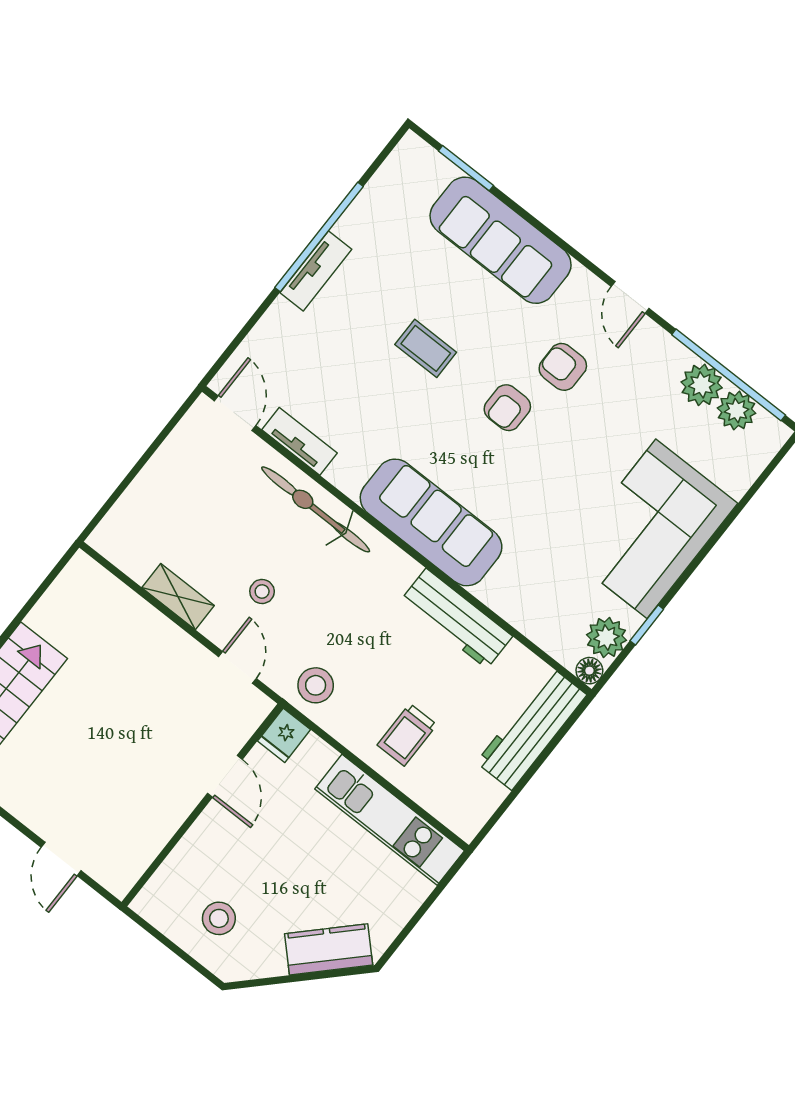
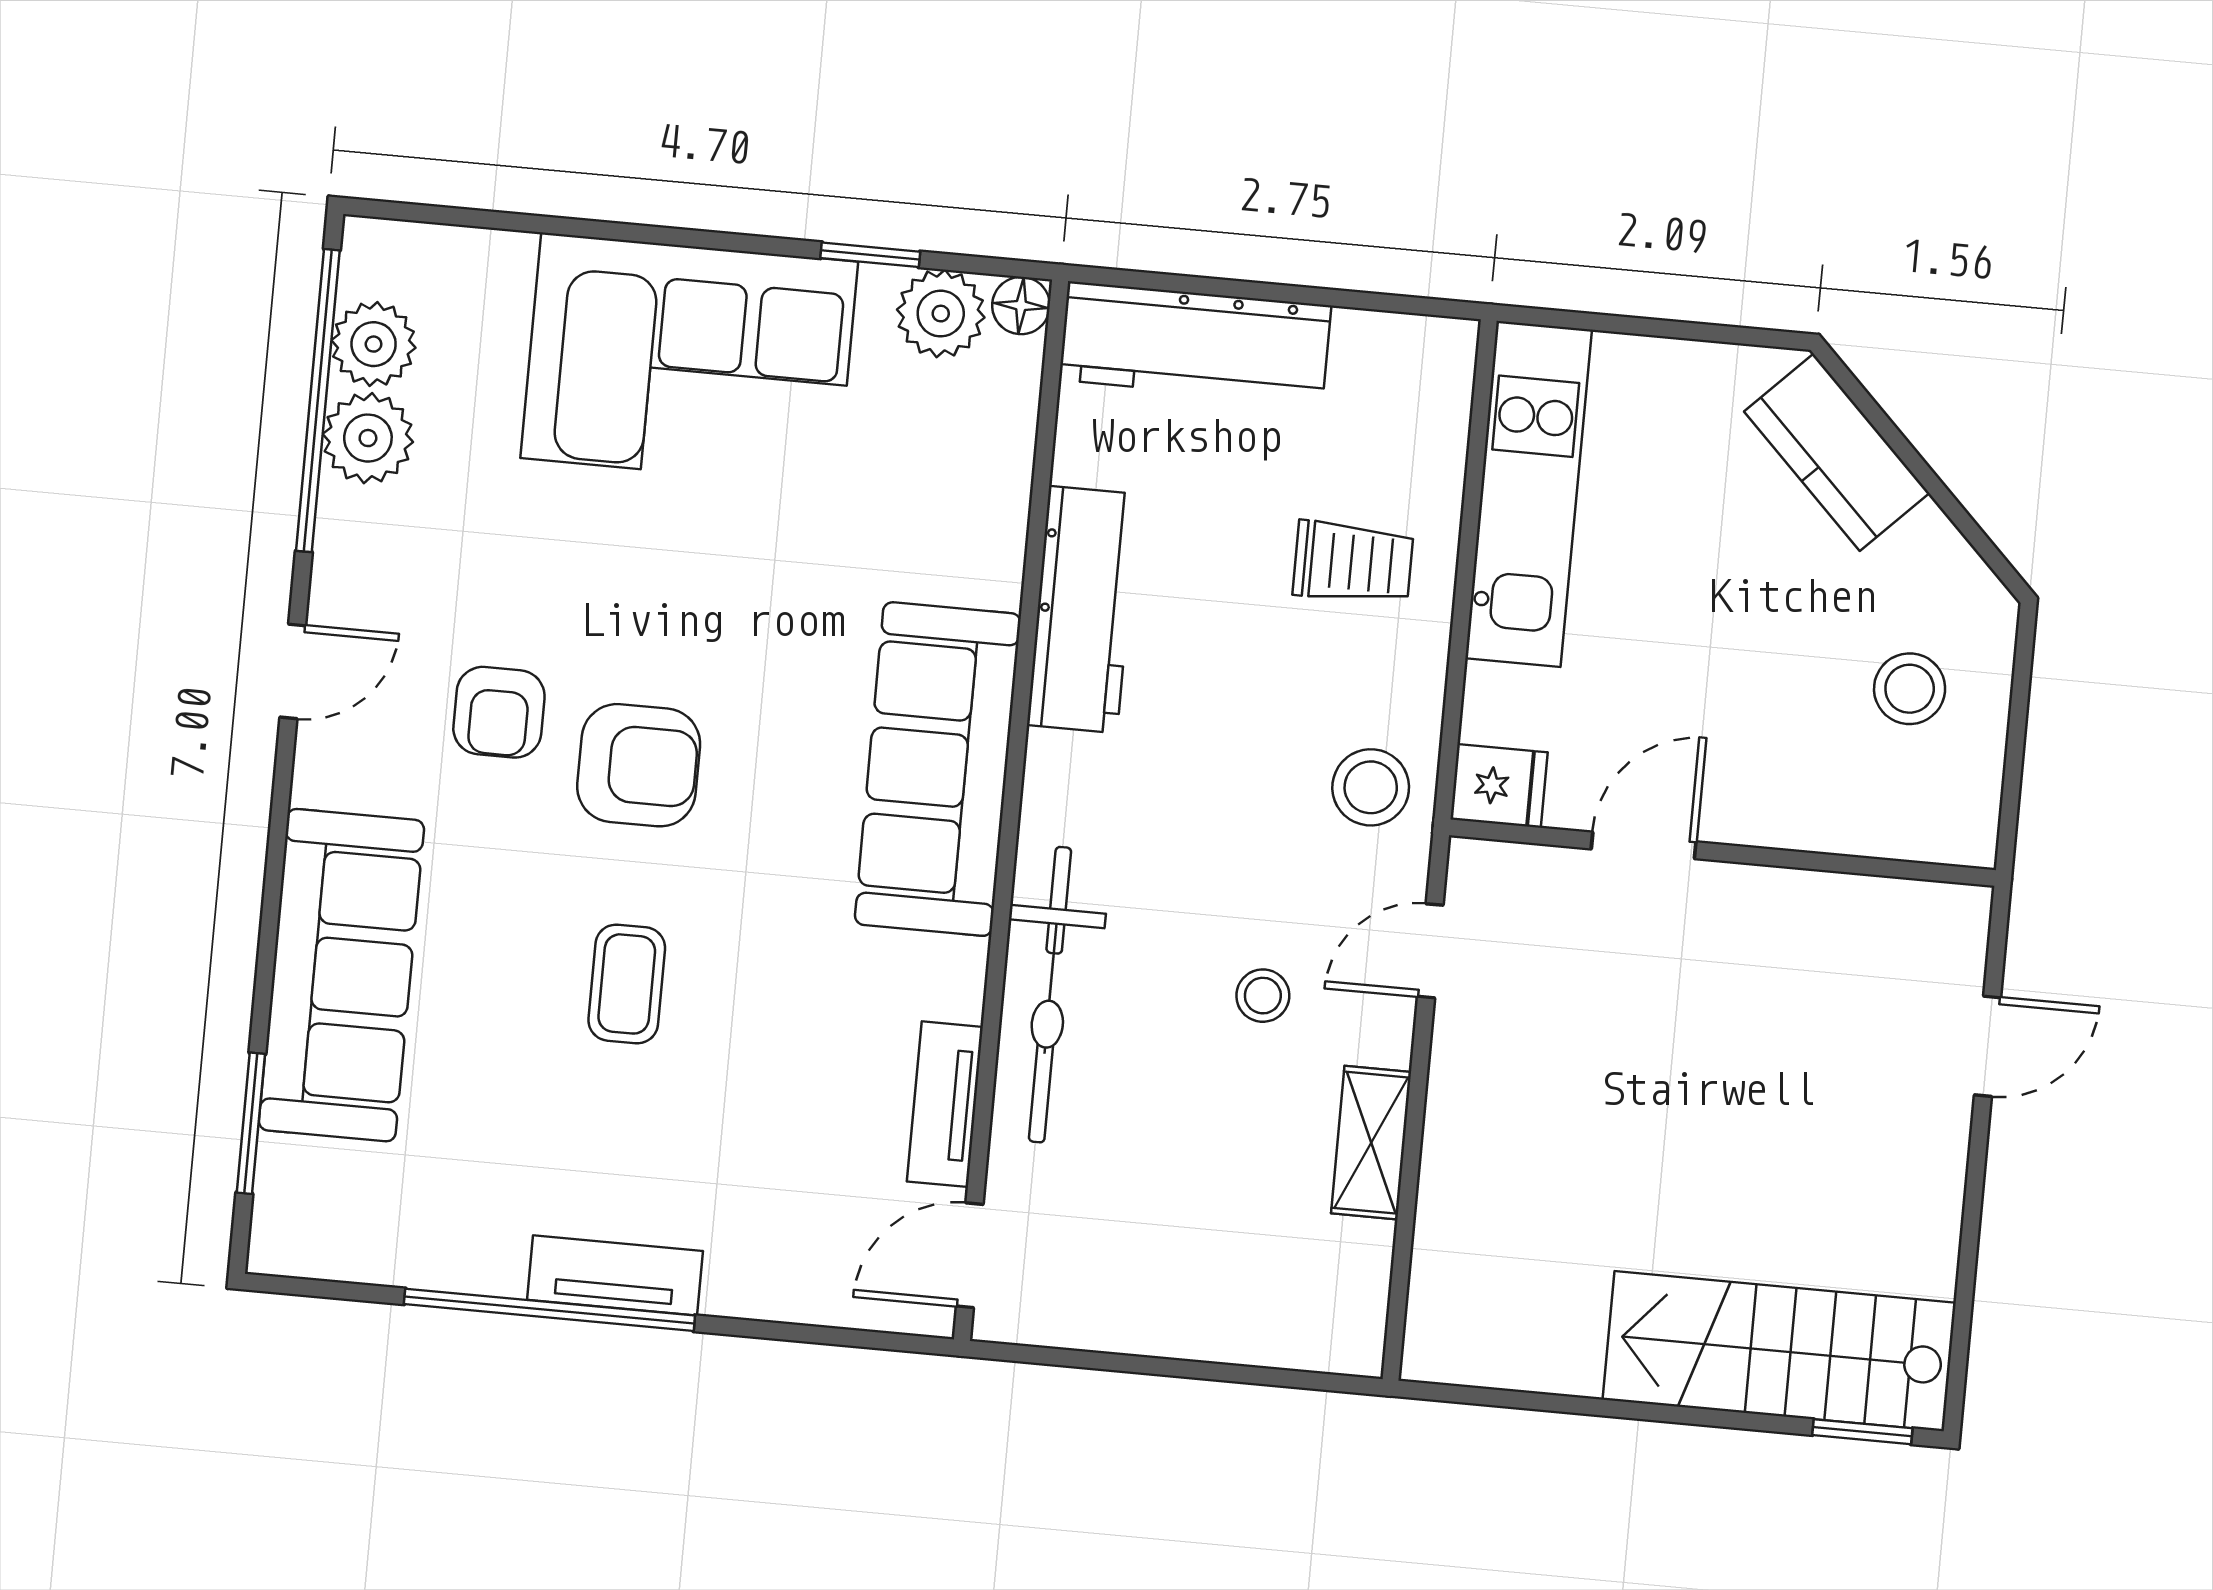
armchair: (507, 408) -> (639, 765), width x1.38, depth x1.38

